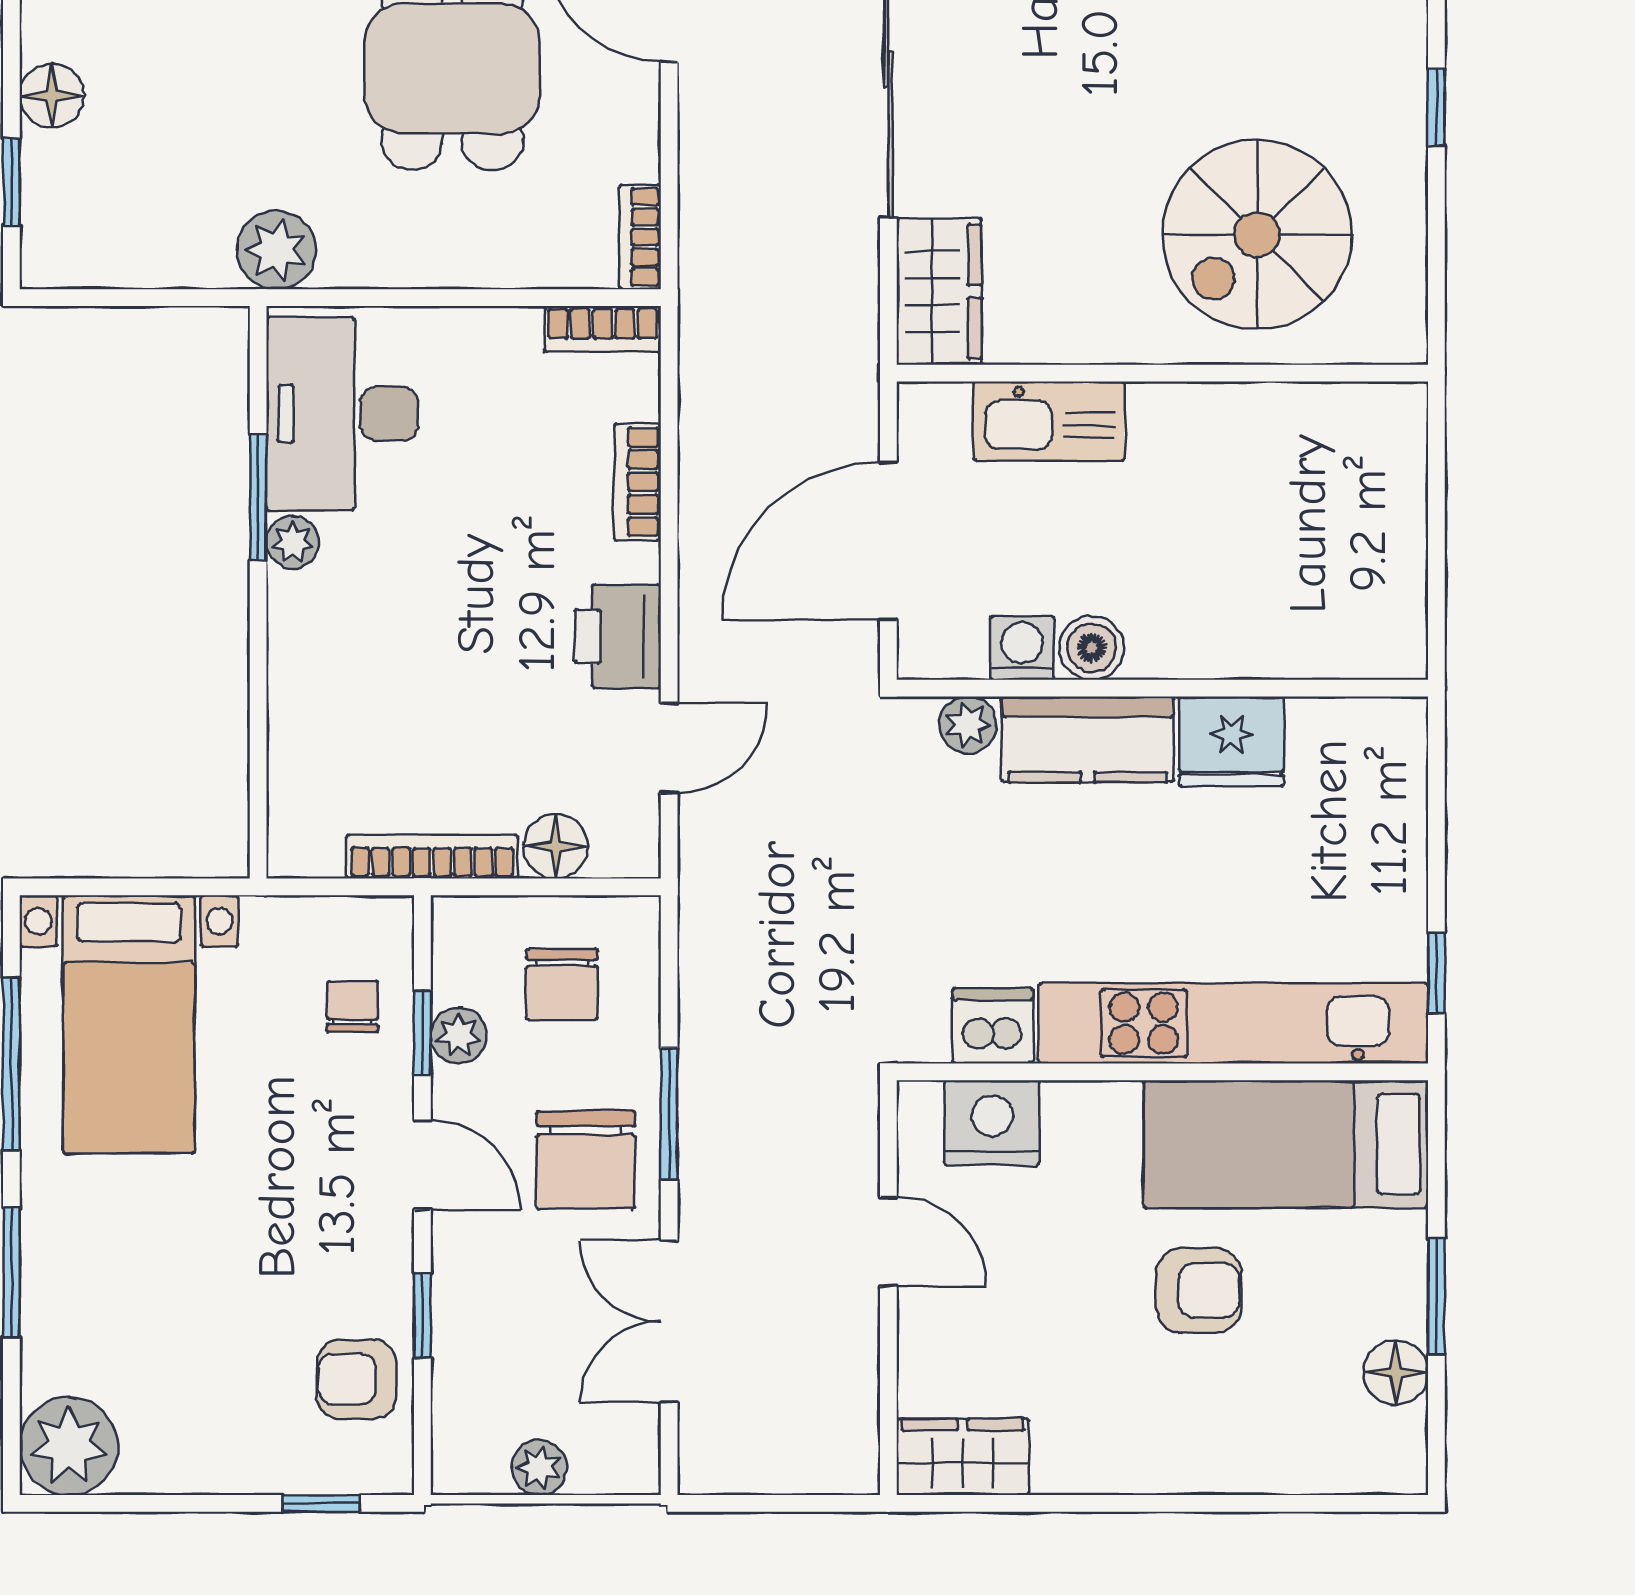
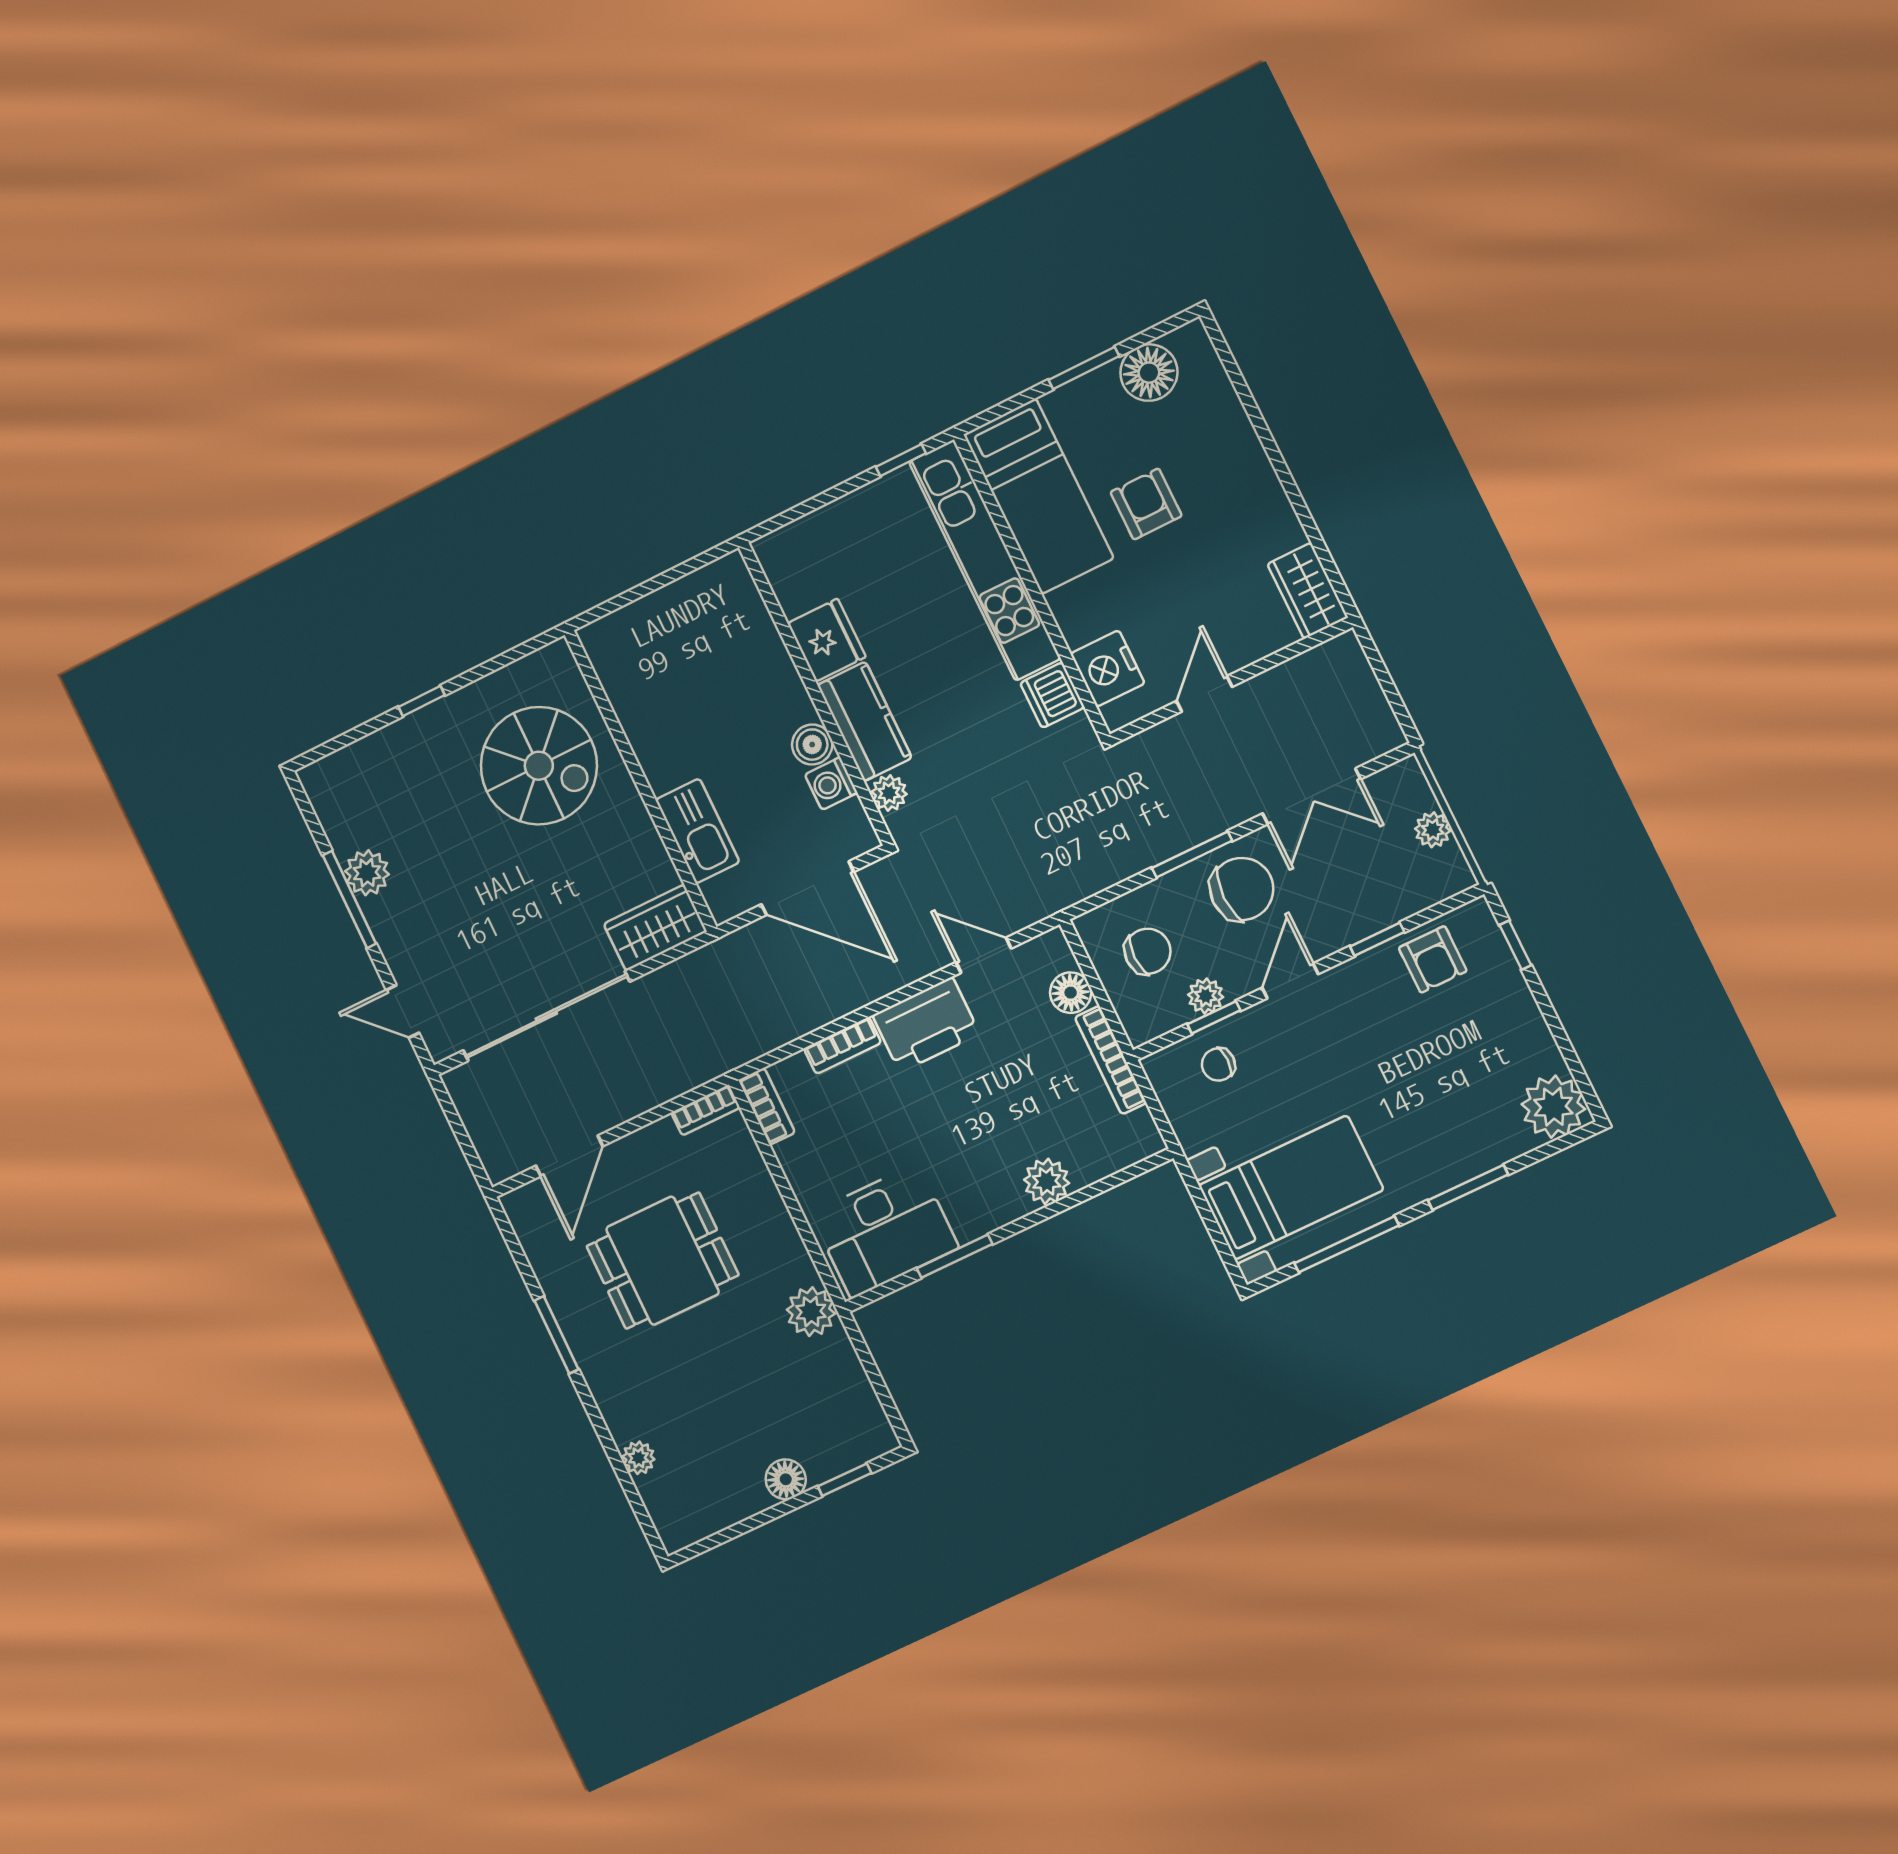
plant: (293, 542) -> (1047, 1181), moved, width x1.38, depth x1.38
printer: (618, 636) -> (926, 1025), width x1.37, depth x1.19
floor lamp: (1396, 1373) -> (1149, 373), width x1.38, depth x1.38

